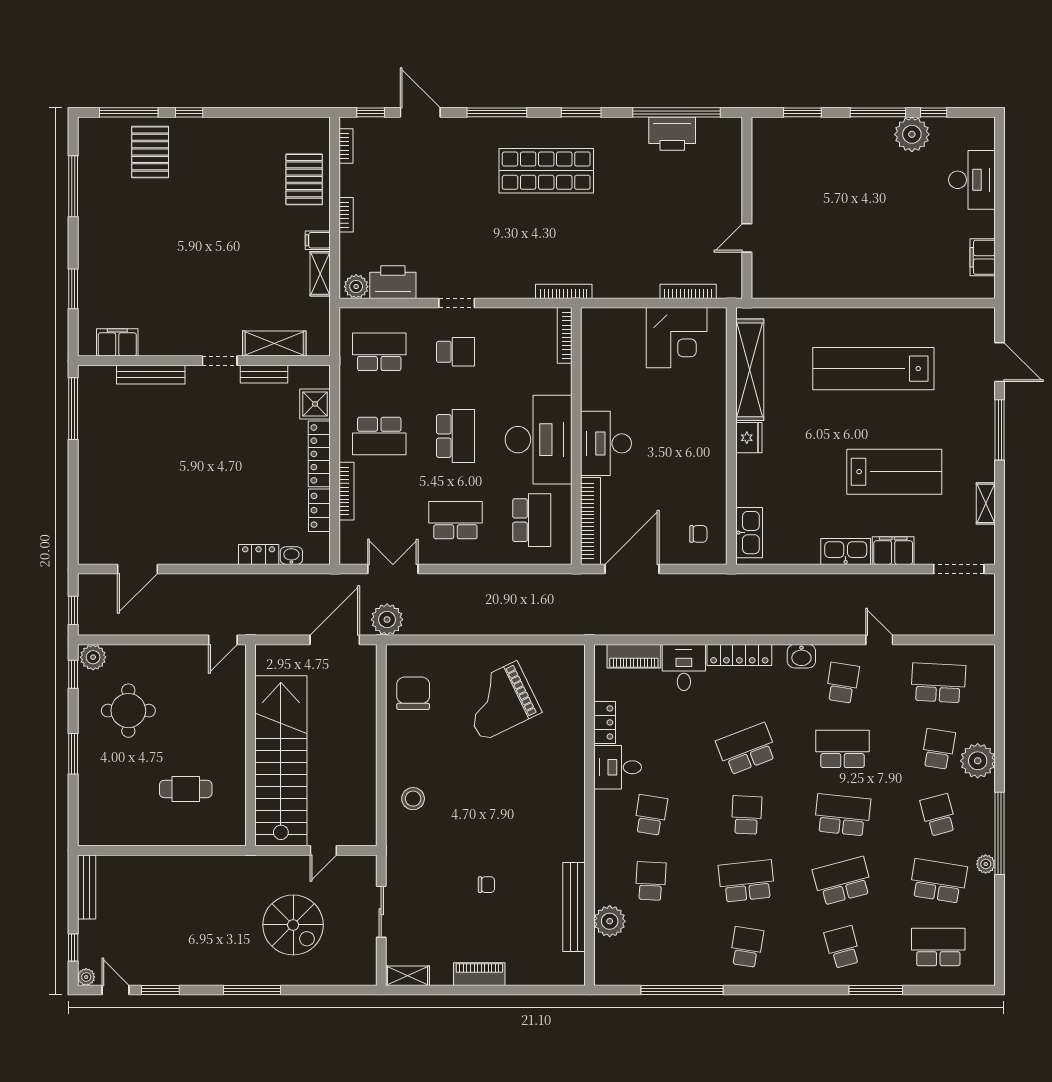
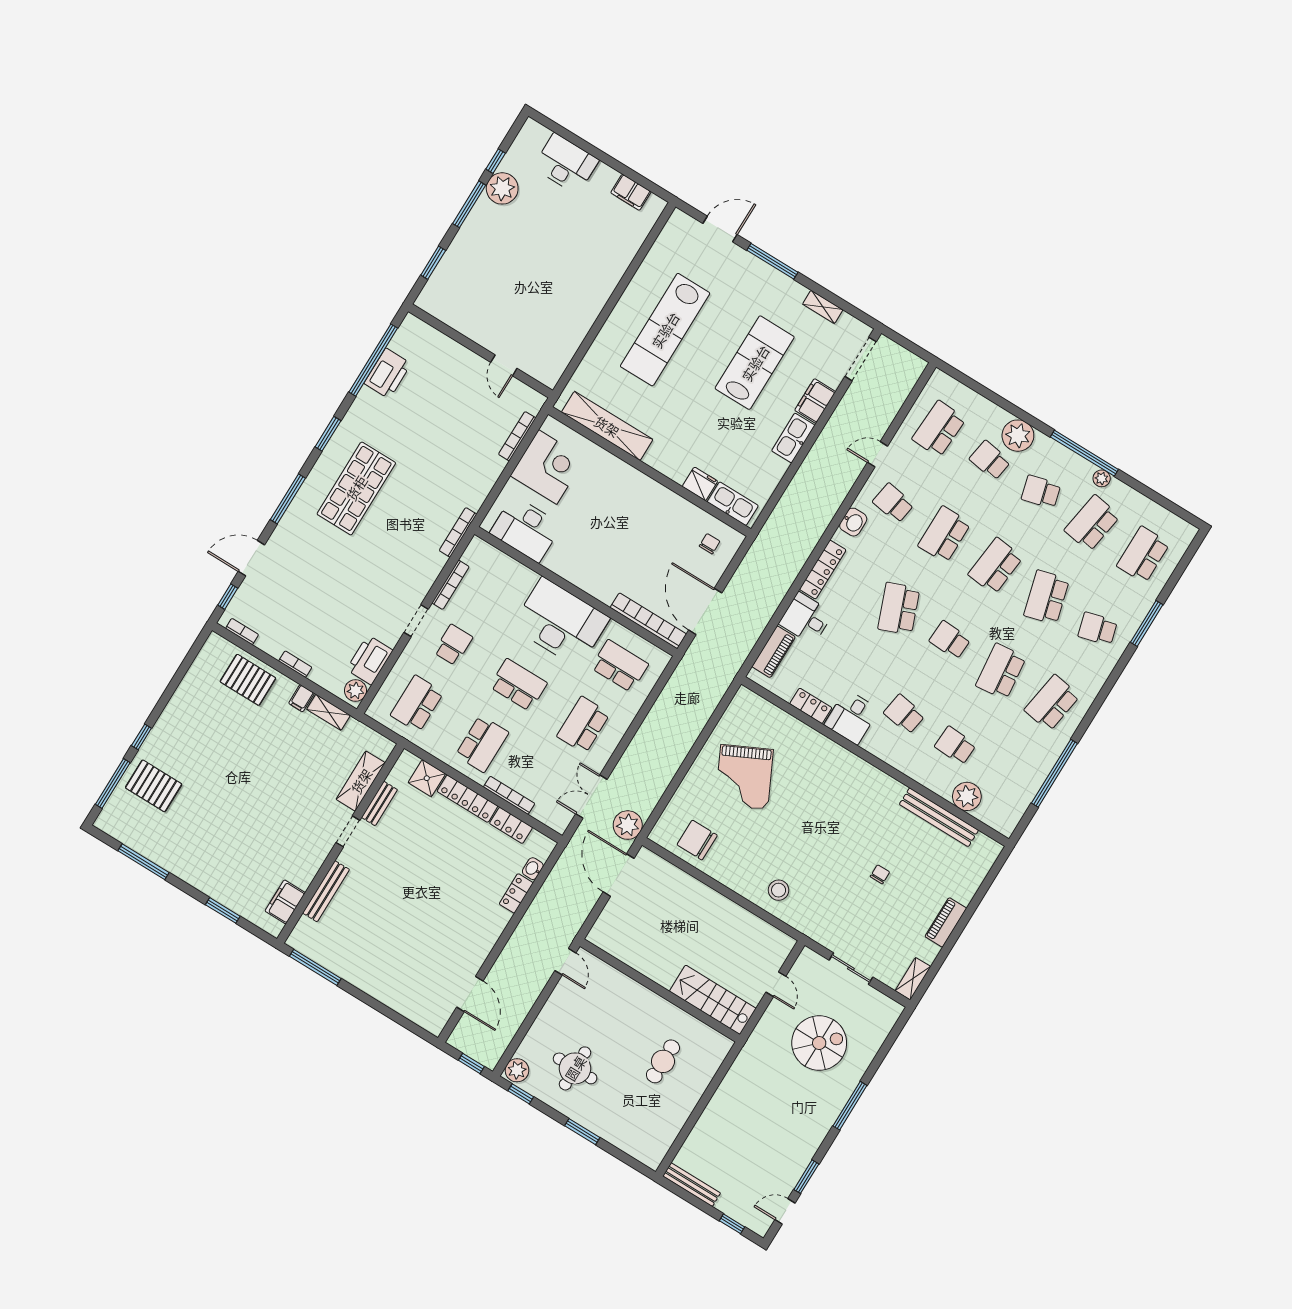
bookcase: (565, 335) -> (451, 585), moved, turned -90
fridge: (749, 438) -> (700, 484), moved
desk: (606, 443) -> (526, 529), moved
stairs: (281, 761) -> (713, 1000), width x0.54, depth x0.66
school desk: (747, 947) -> (1052, 703), width x1.85
plant: (86, 977) -> (761, 1228), removed

